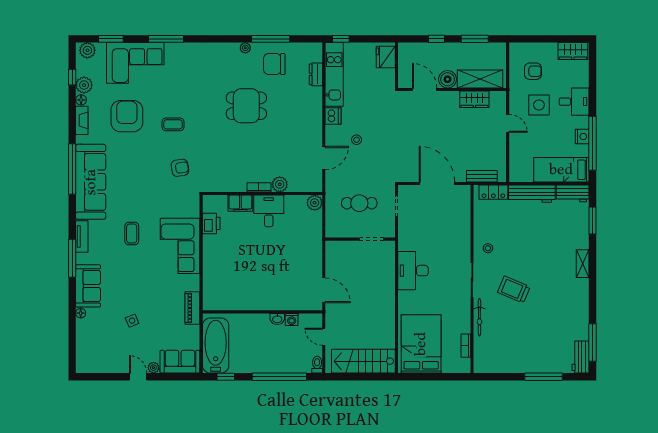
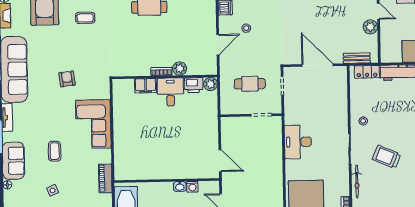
plant: (498, 141) -> (370, 27), added
armchair: (180, 168) -> (67, 79), moved, turned -88
printer: (211, 223) -> (194, 85), moved, turned 90
coffee table: (132, 233) -> (55, 151), moved

